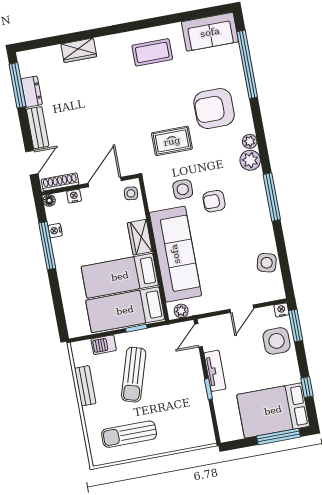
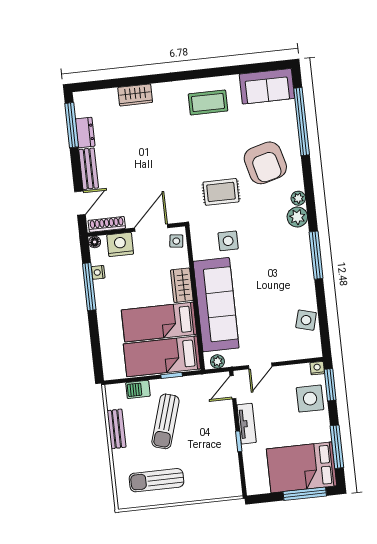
armchair: (214, 109) -> (265, 163), turned -105
nightstand: (74, 196) -> (120, 244), width x1.89, depth x1.79
armchair: (214, 201) -> (258, 255), removed
door: (242, 309) -> (260, 366), moved
window: (307, 387) -> (337, 447), width x2.17

